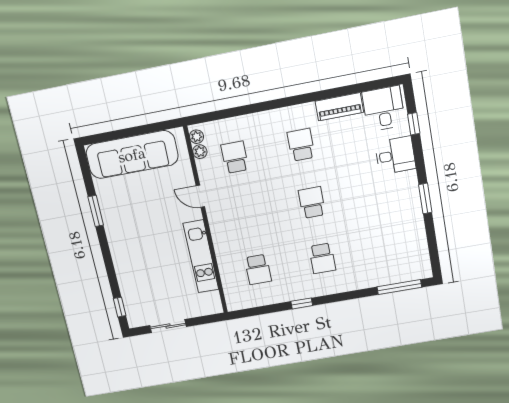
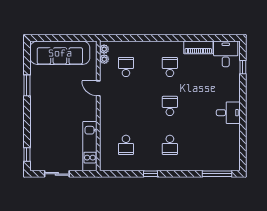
desk: (395, 155) -> (228, 113), moved
window: (425, 198) -> (243, 117), removed
kitchen unit: (201, 257) -> (90, 146), moved

